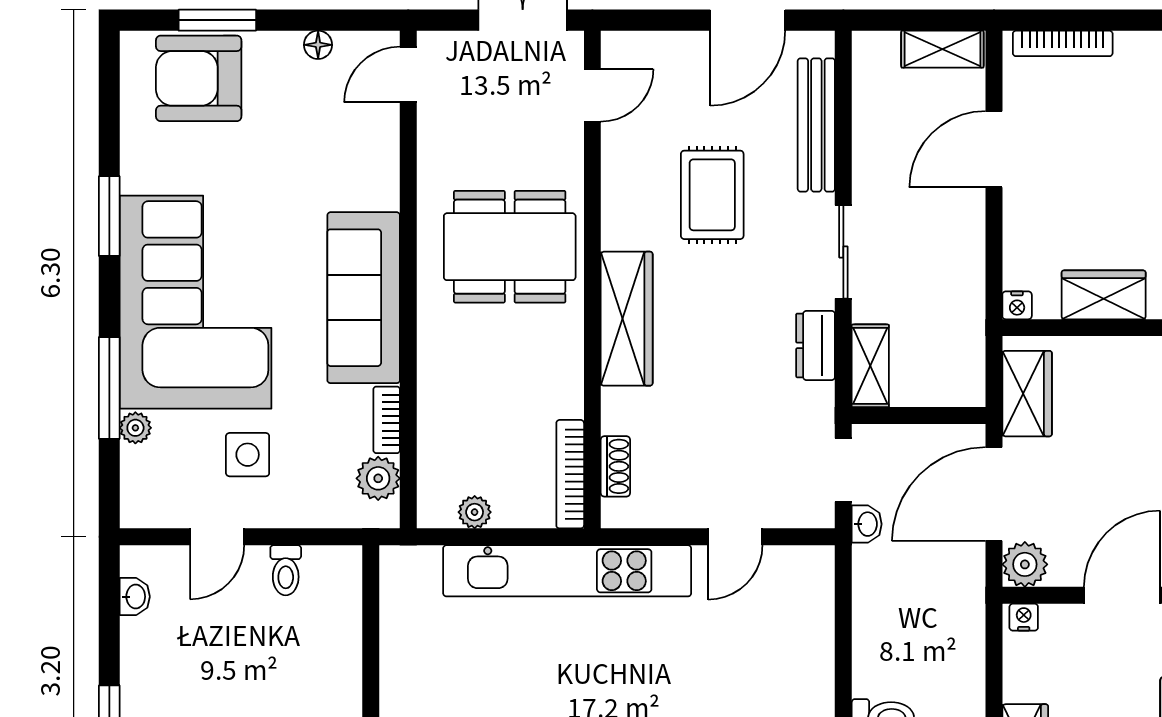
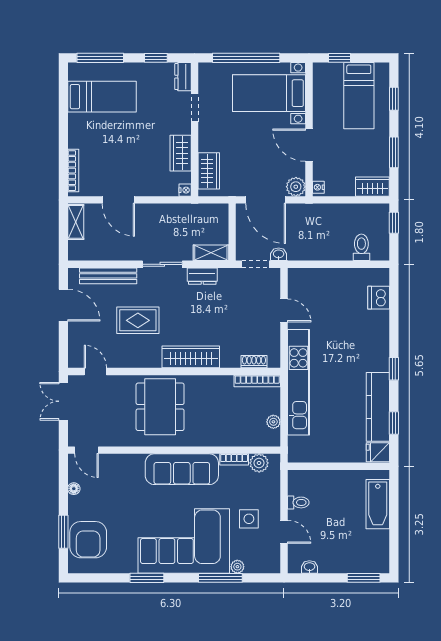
wardrobe: (1027, 394) -> (209, 171), moved, turned 90

